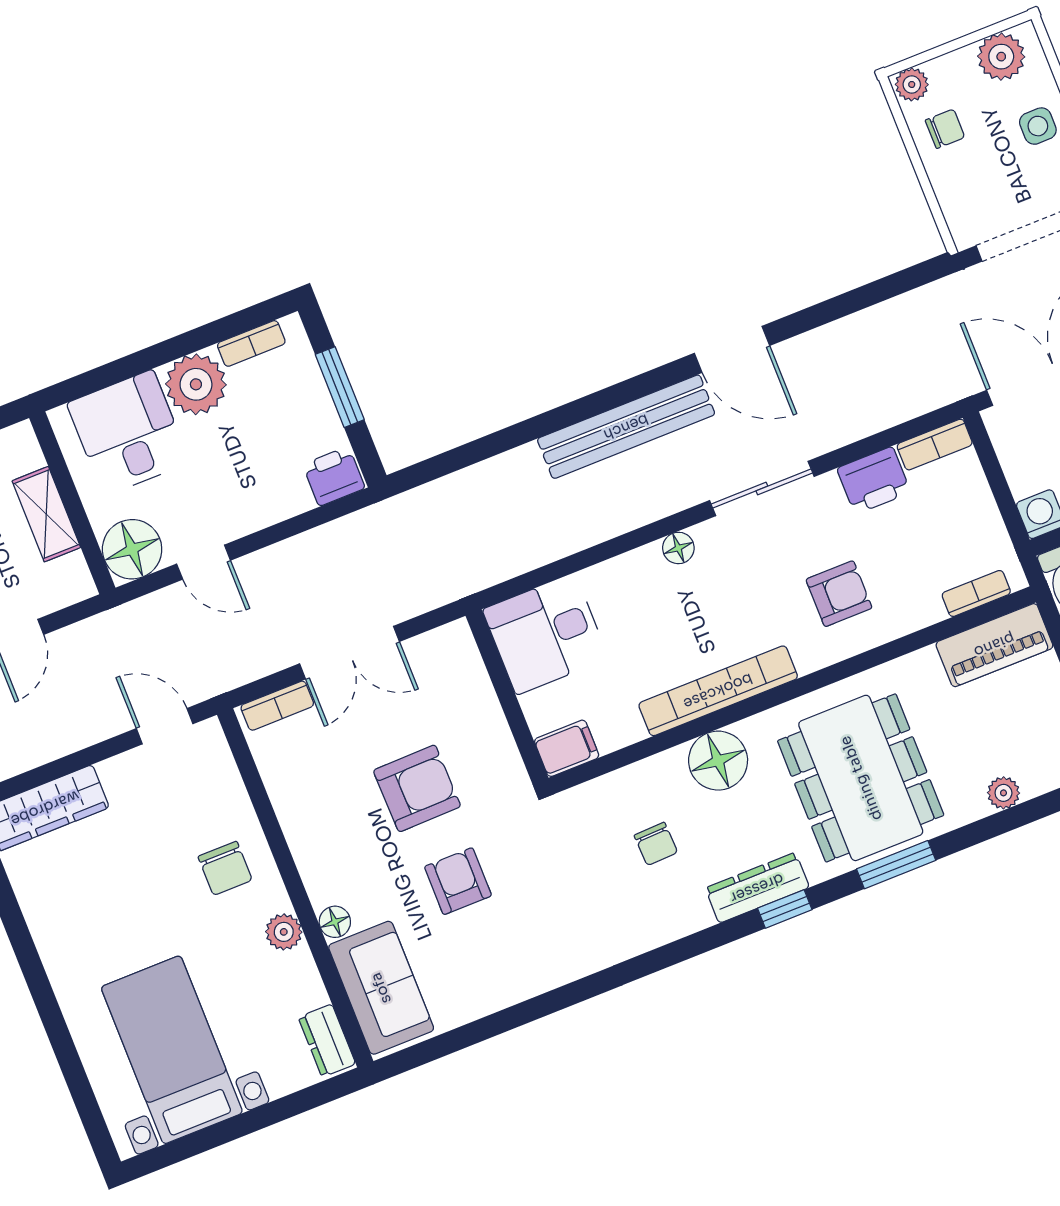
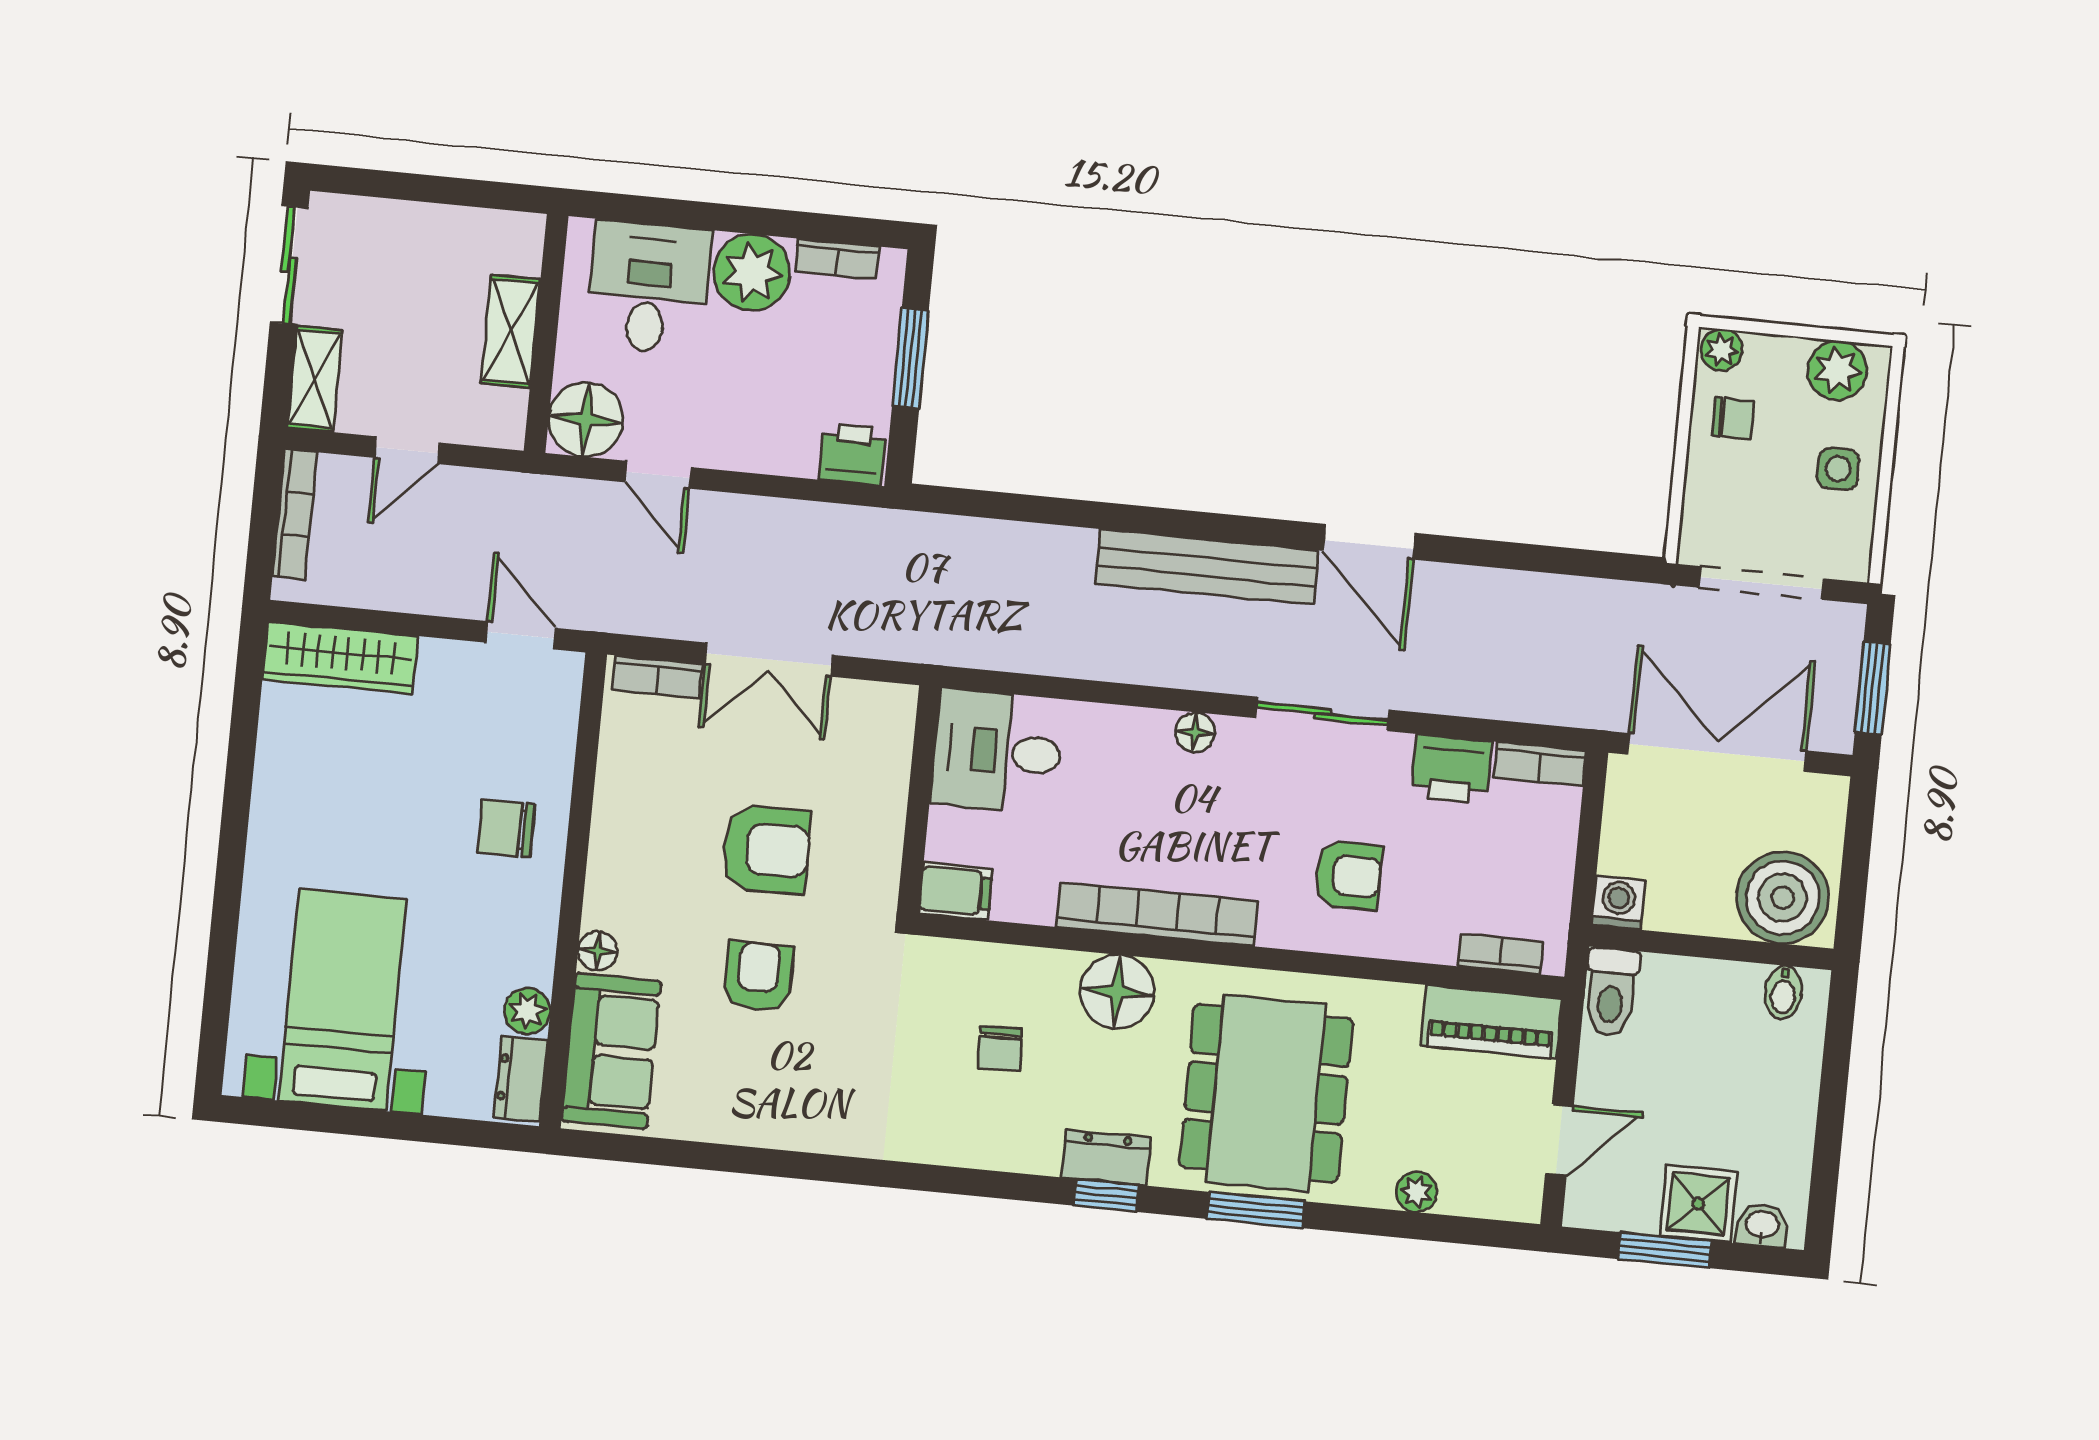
chair: (225, 868) -> (506, 828), turned 90
dresser: (757, 888) -> (1106, 1158), width x0.70
plant: (284, 932) -> (527, 1011), moved

